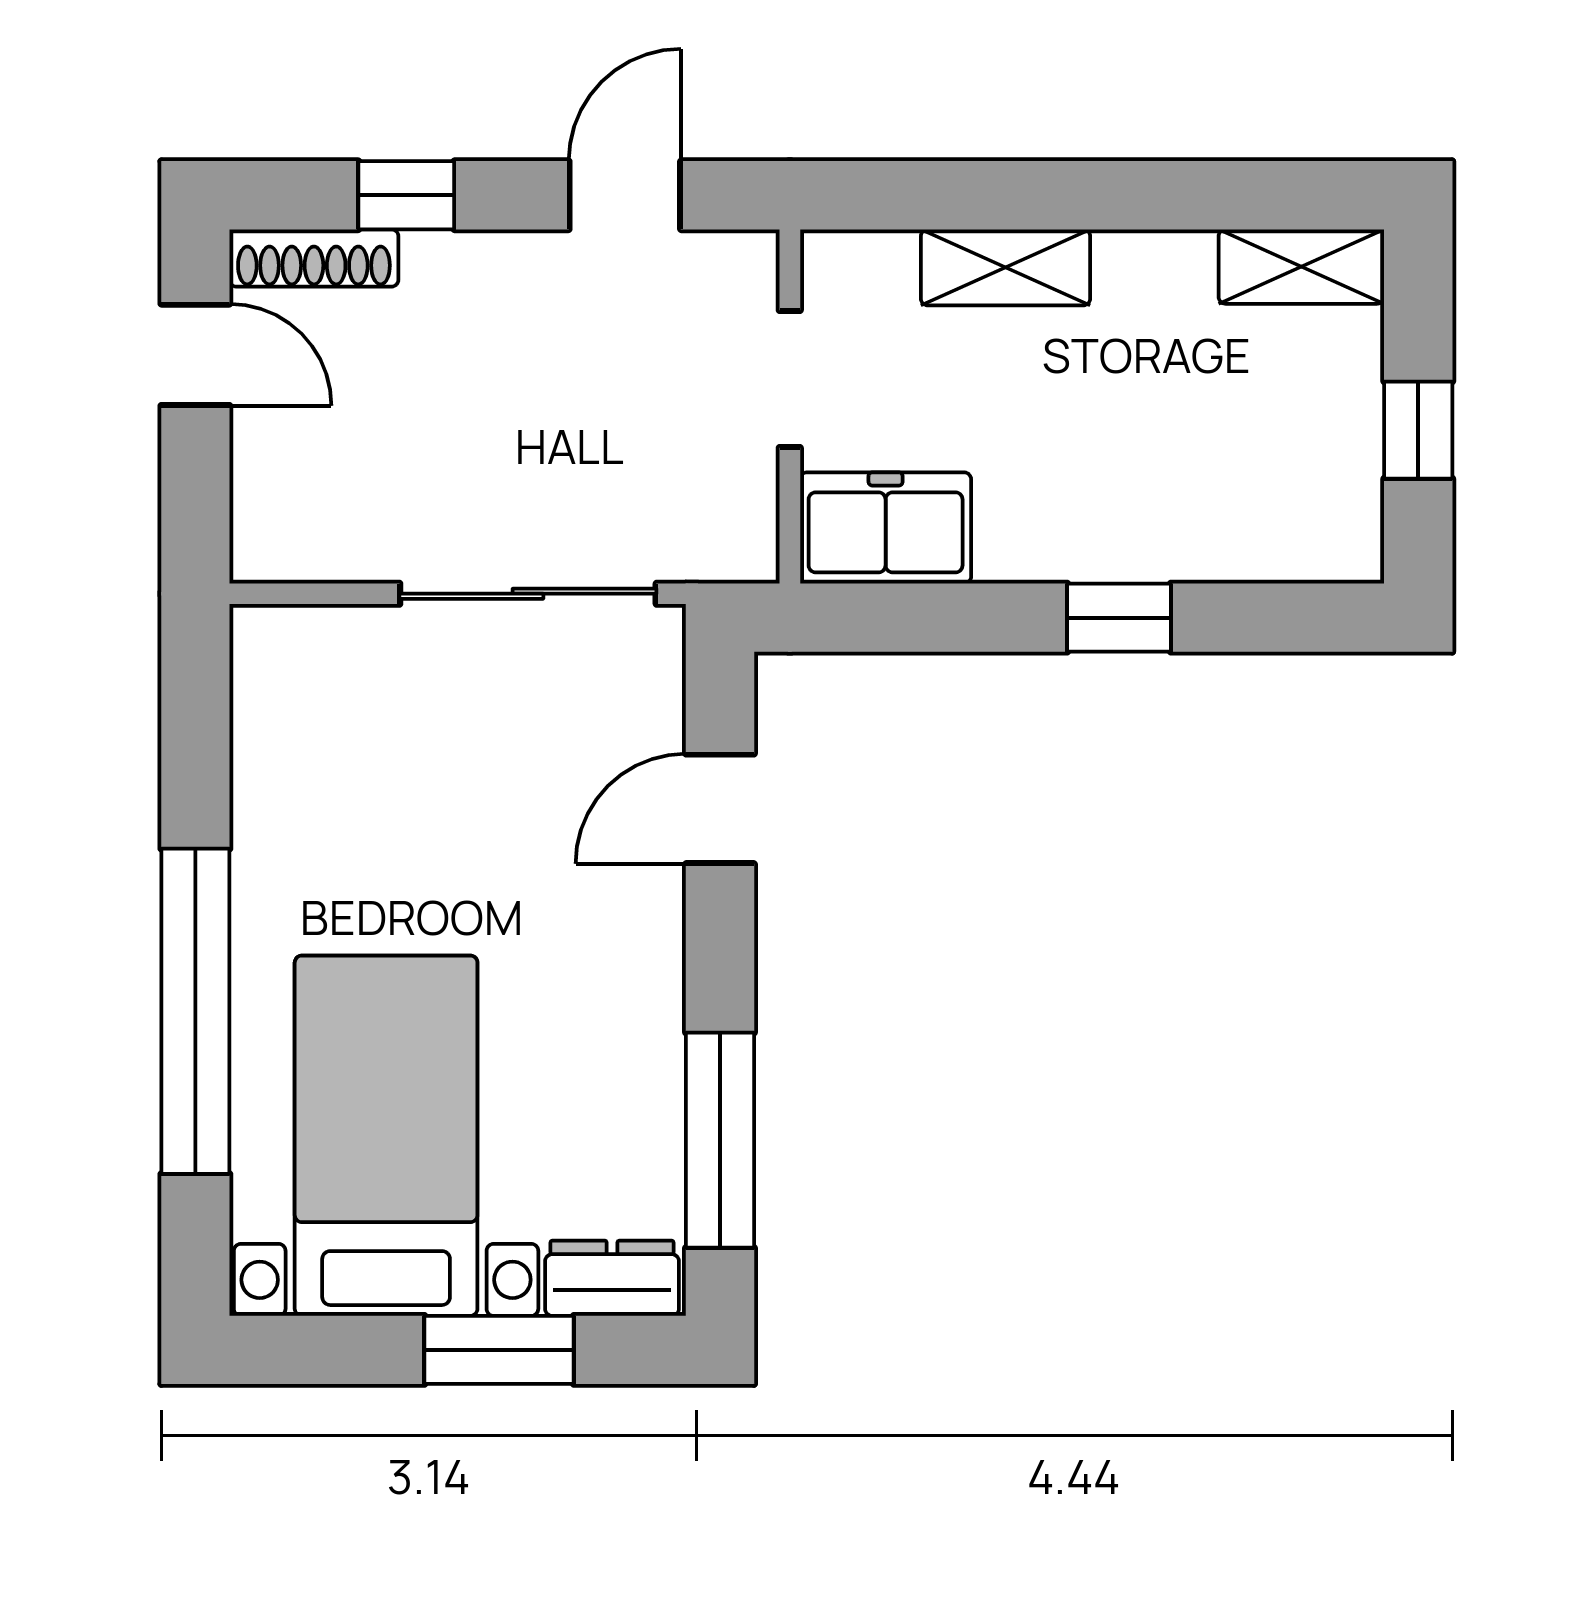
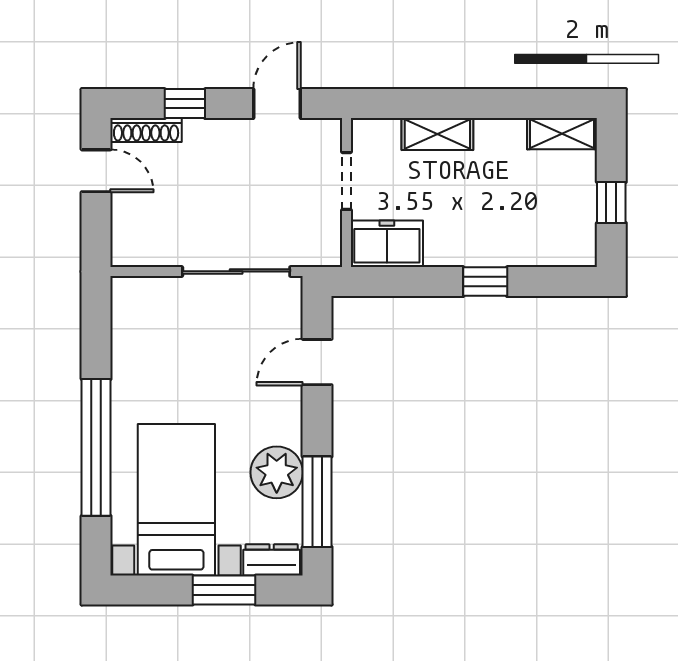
plant: (624, 1071) -> (277, 472), added

